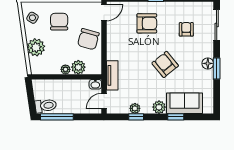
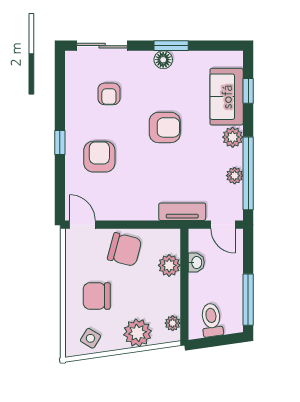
armchair: (186, 29) -> (109, 94), turned -90
armchair: (165, 64) -> (165, 127), turned -141
plant: (65, 69) -> (173, 323), moved
washbasin: (95, 84) -> (196, 263), moved
toilet: (46, 106) -> (212, 320), moved
window: (136, 117) -> (248, 173), width x3.17
window: (176, 117) -> (248, 91), moved

